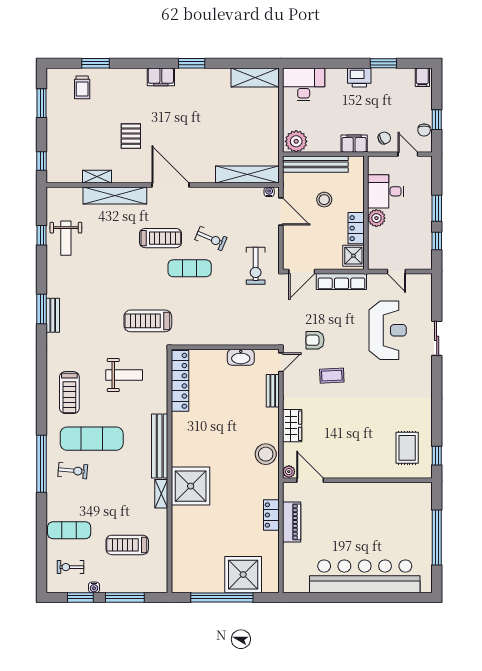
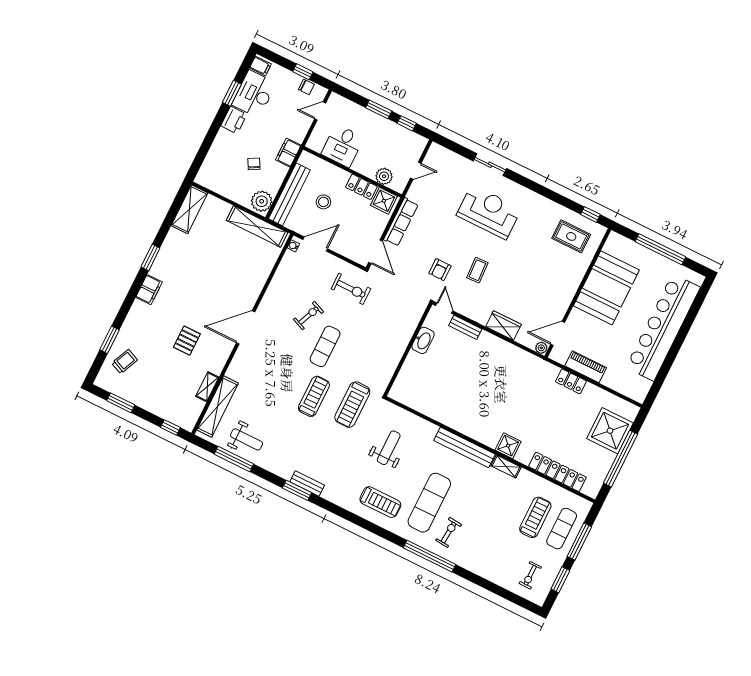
desk: (304, 84) -> (254, 94), moved
trolley: (82, 87) -> (125, 362), turned -66
pallet: (131, 136) -> (187, 341), turned 90
chair: (384, 138) -> (254, 164), moved
shelving: (247, 175) -> (257, 226), moved, turned 90
shelving: (115, 196) -> (218, 407), moved
plant: (376, 218) -> (384, 176), moved
window: (42, 235) -> (234, 459), width x2.17
treadmill: (160, 238) -> (314, 396), moved
reception desk: (388, 330) -> (489, 212), moved
locker: (180, 381) -> (557, 472), moved
stool: (266, 454) -> (516, 360), removed
shower: (191, 486) -> (508, 446), width x0.54, depth x0.54
booth: (375, 505) -> (606, 288), added
exercise mat: (69, 530) -> (562, 529), moved
treadmill: (127, 545) -> (535, 517), turned 180
water cooler: (94, 587) -> (558, 564), removed

